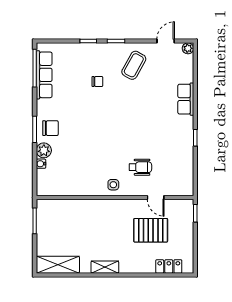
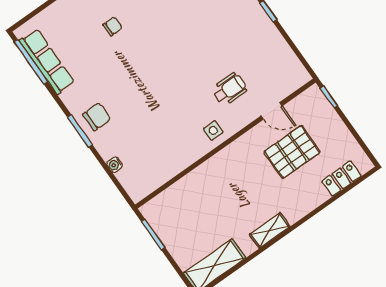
plant: (44, 150) -> (107, 147), removed

